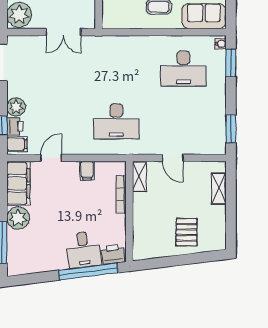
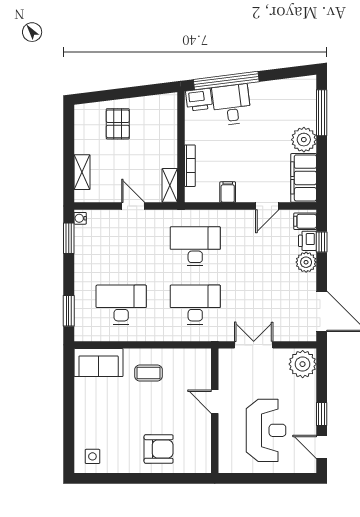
water cooler: (221, 44) -> (80, 218), moved
desk: (116, 69) -> (195, 305), added

